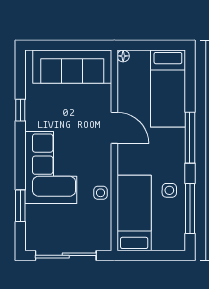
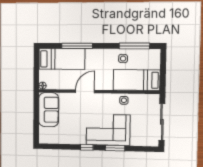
sofa: (72, 67) -> (49, 110), width x0.73
window: (20, 110) -> (87, 147), moved
window: (190, 138) -> (77, 46), moved
window: (20, 206) -> (115, 148), moved

